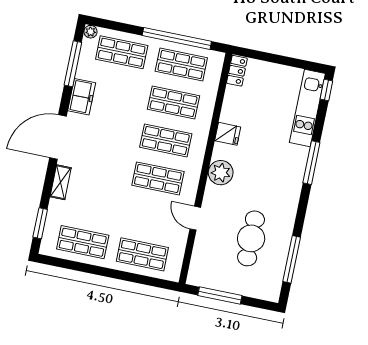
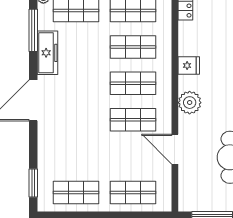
freezer: (82, 97) -> (47, 53), width x1.40
shelving: (61, 182) -> (44, 141), removed
door: (195, 218) -> (175, 149), width x1.37

